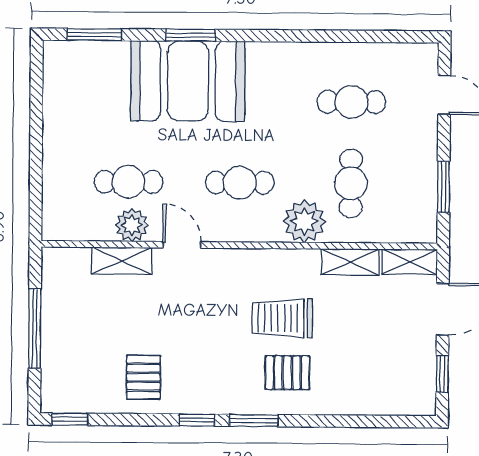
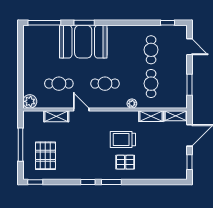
window: (95, 35) -> (44, 23), width x1.44
window: (392, 37) -> (168, 23), added
cafe table: (351, 102) -> (151, 50), turned 90
plant: (304, 221) -> (132, 104), width x0.53, depth x0.53
plant: (132, 225) -> (30, 101), moved
pallet: (143, 377) -> (45, 156), moved, width x1.50, depth x1.42

